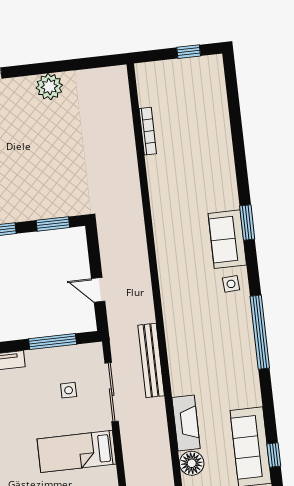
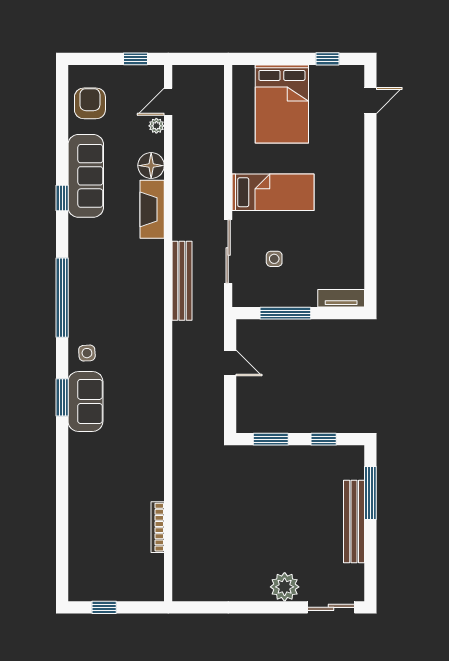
plant: (49, 87) -> (285, 587), moved
window: (247, 223) -> (62, 397), moved
window: (274, 455) -> (62, 198), moved

